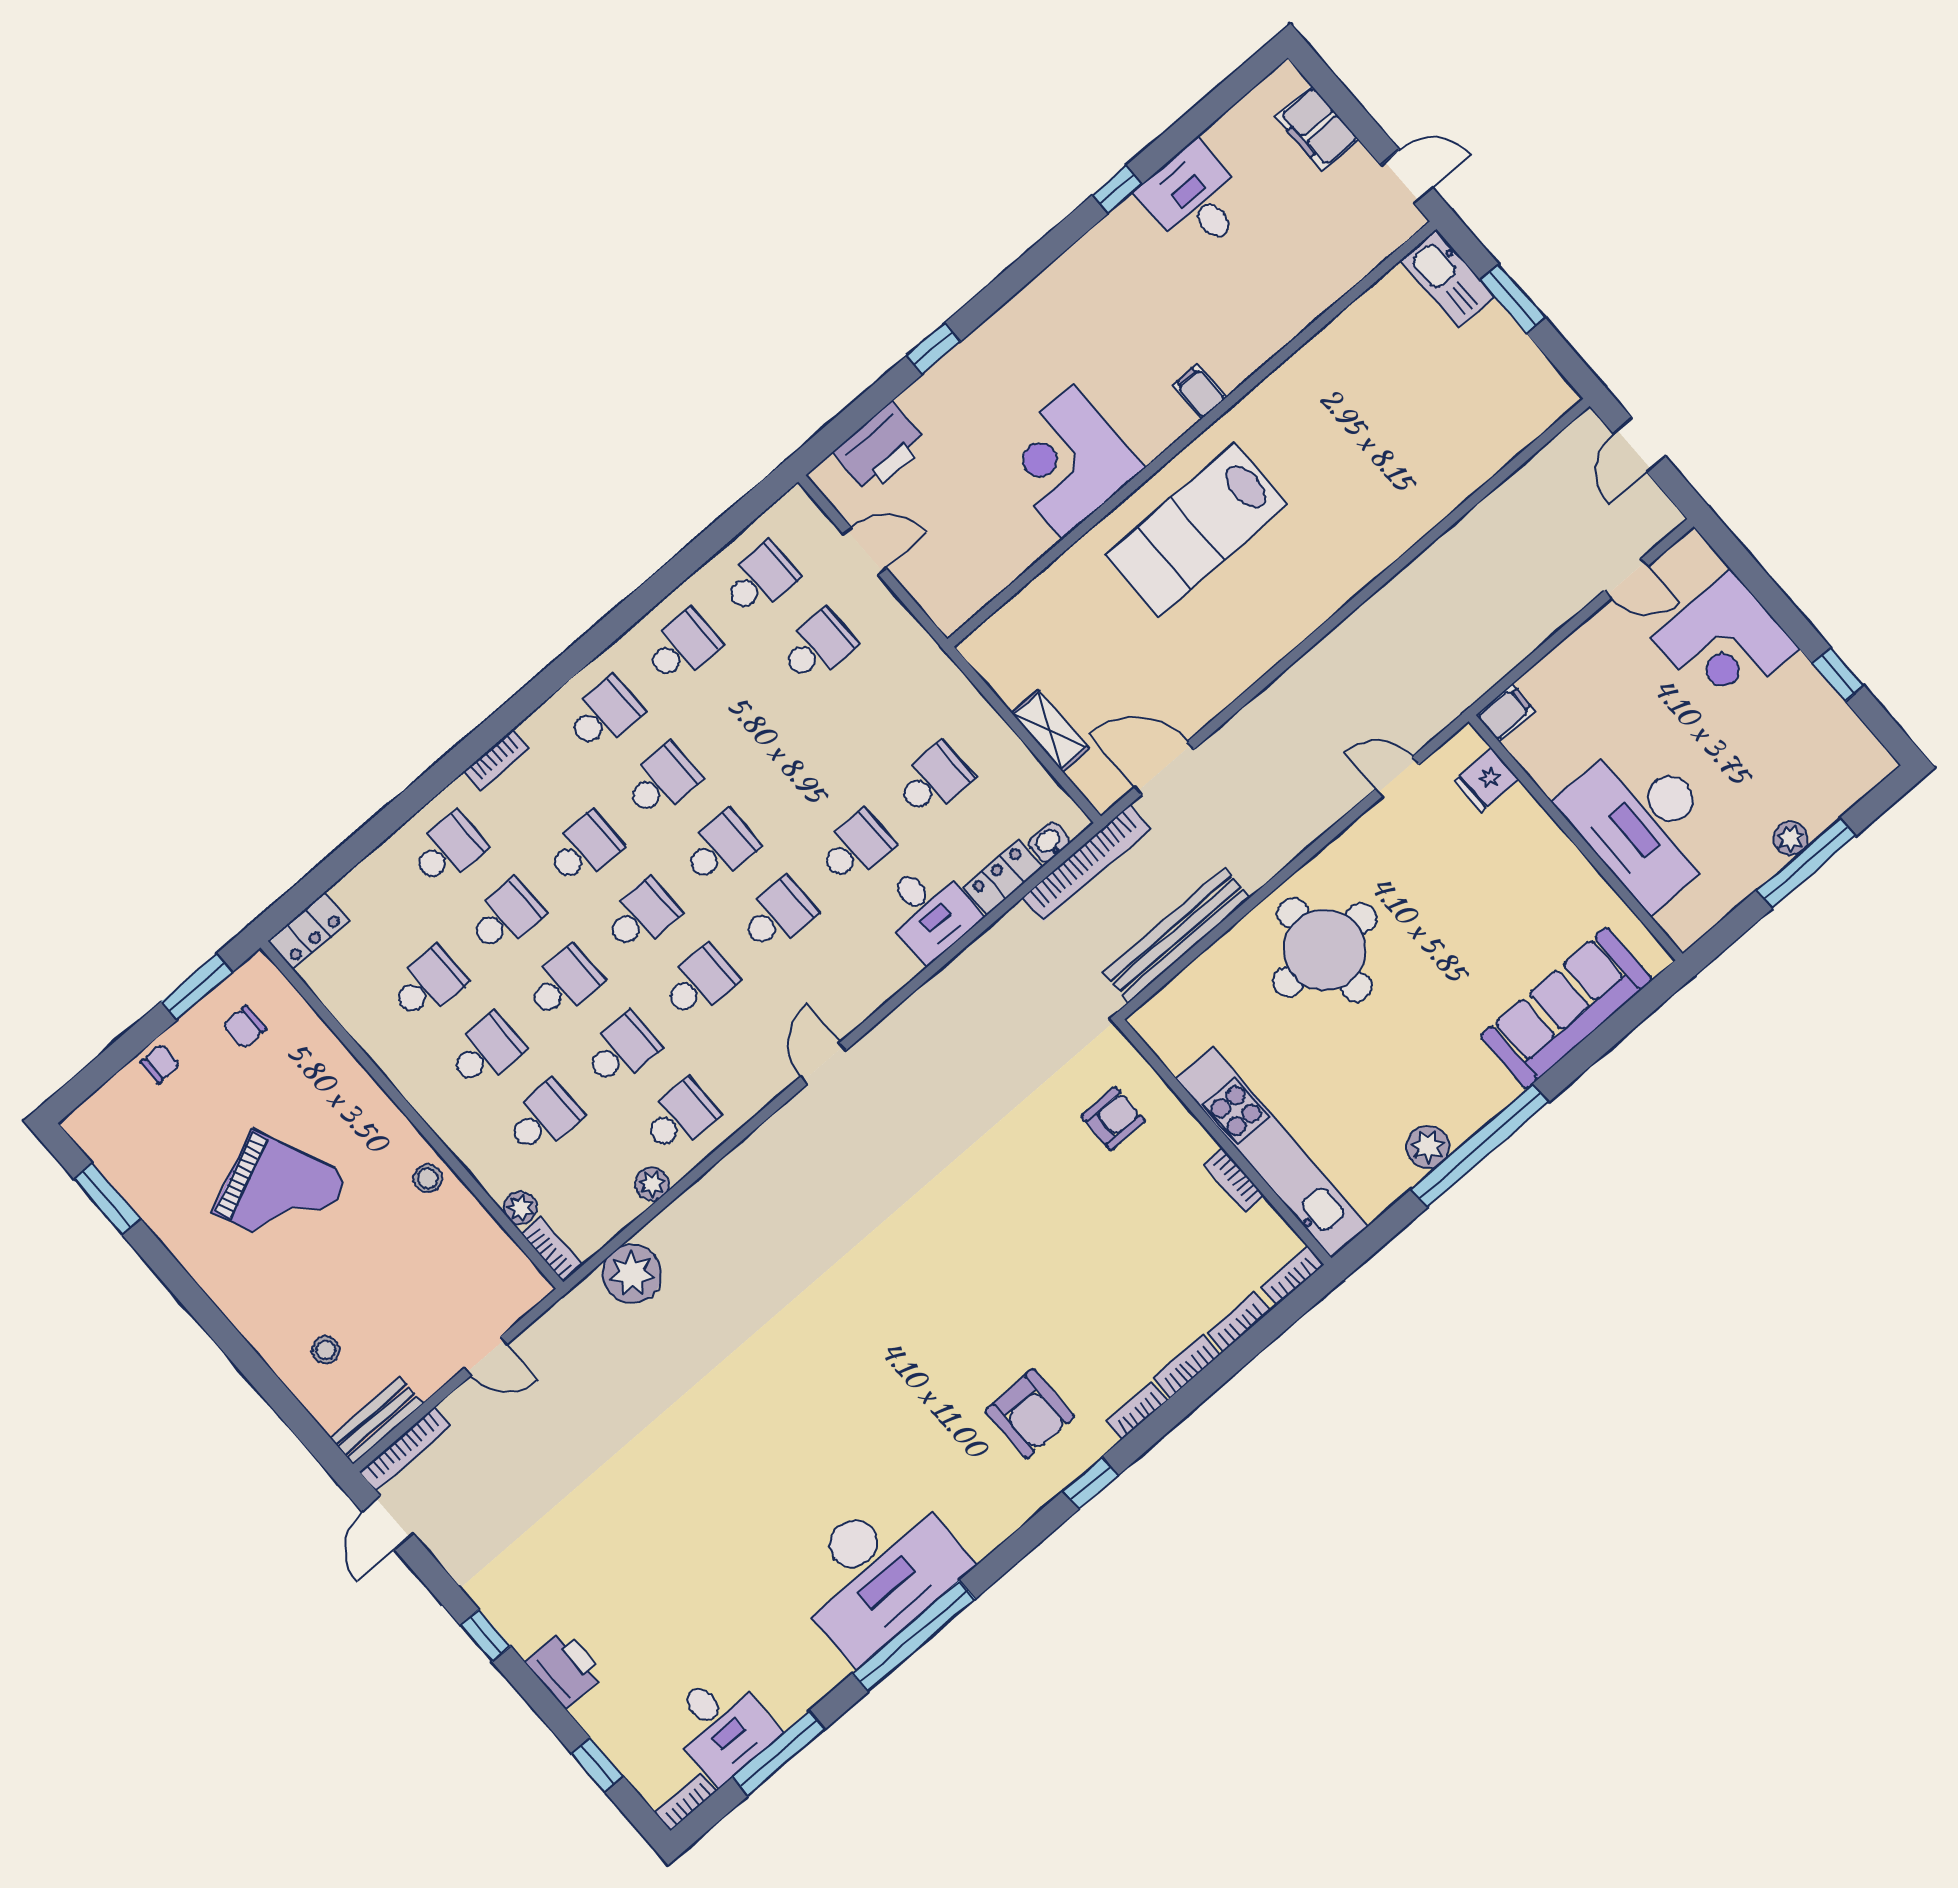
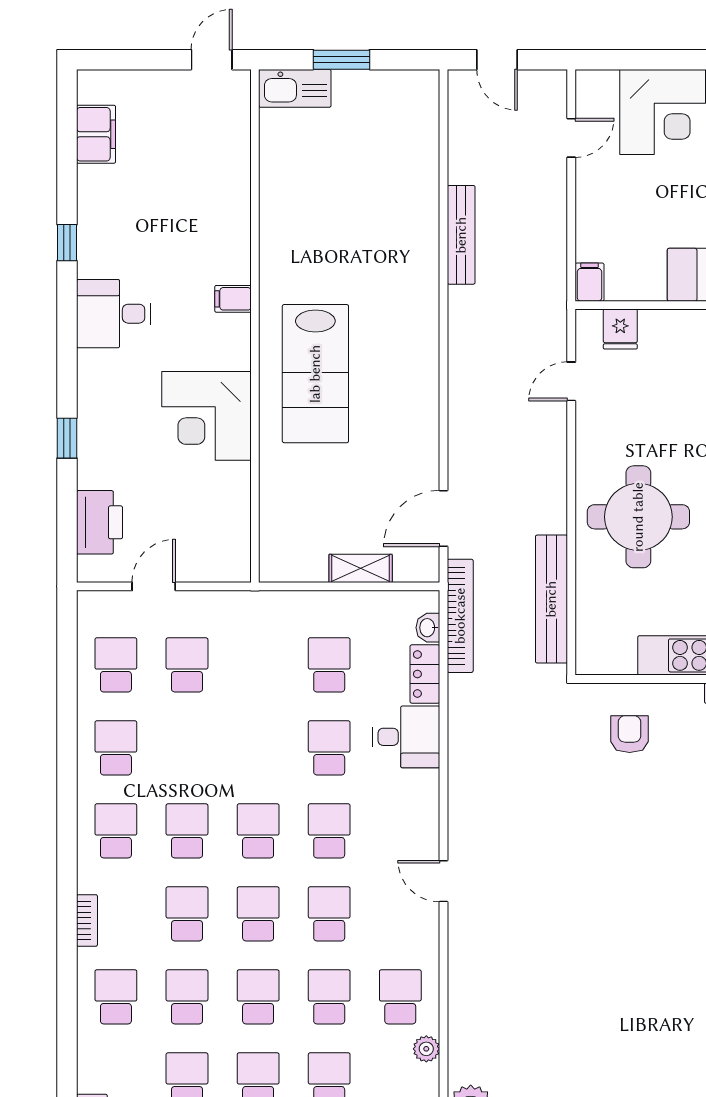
filing cabinet: (1317, 128) -> (96, 134), moved, turned -90
desk: (1195, 199) -> (114, 314), moved
bench: (1445, 554) -> (461, 235), added

